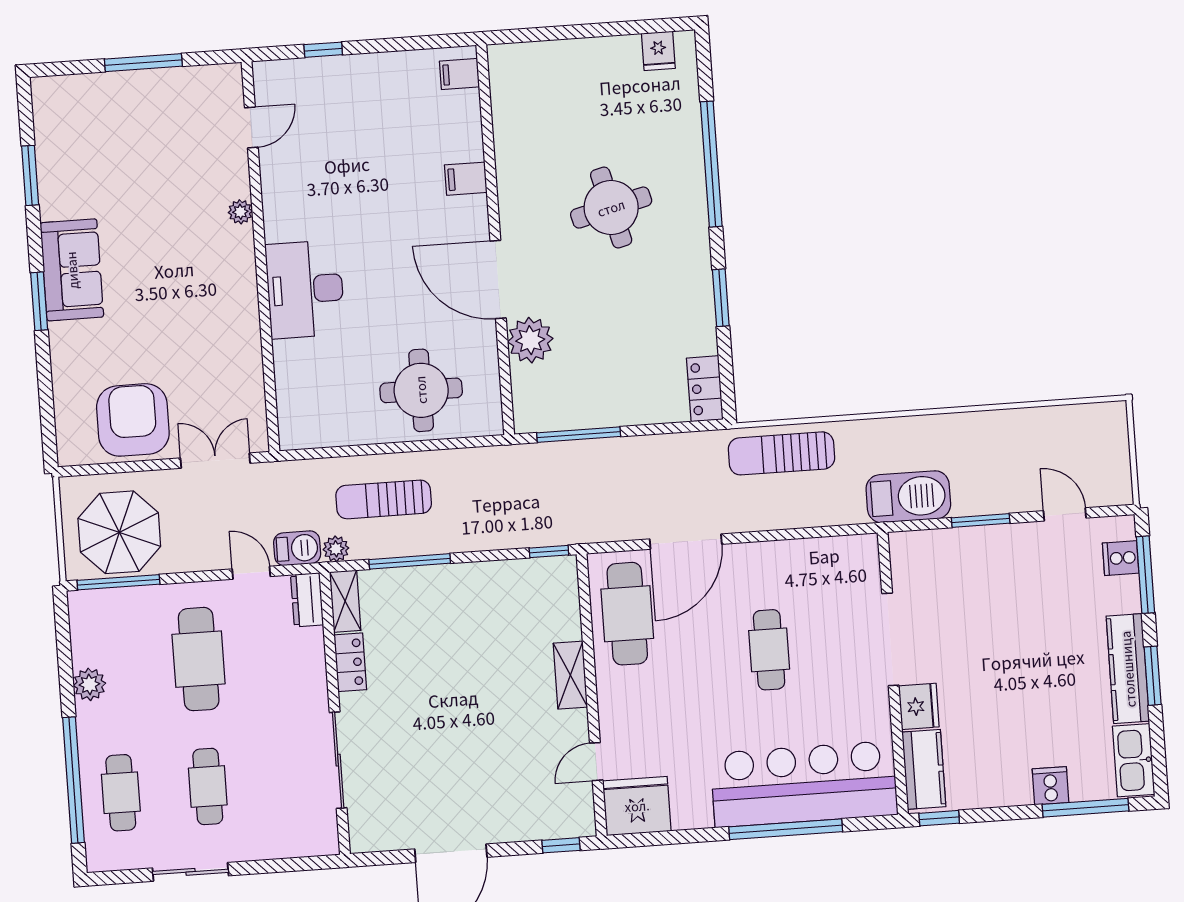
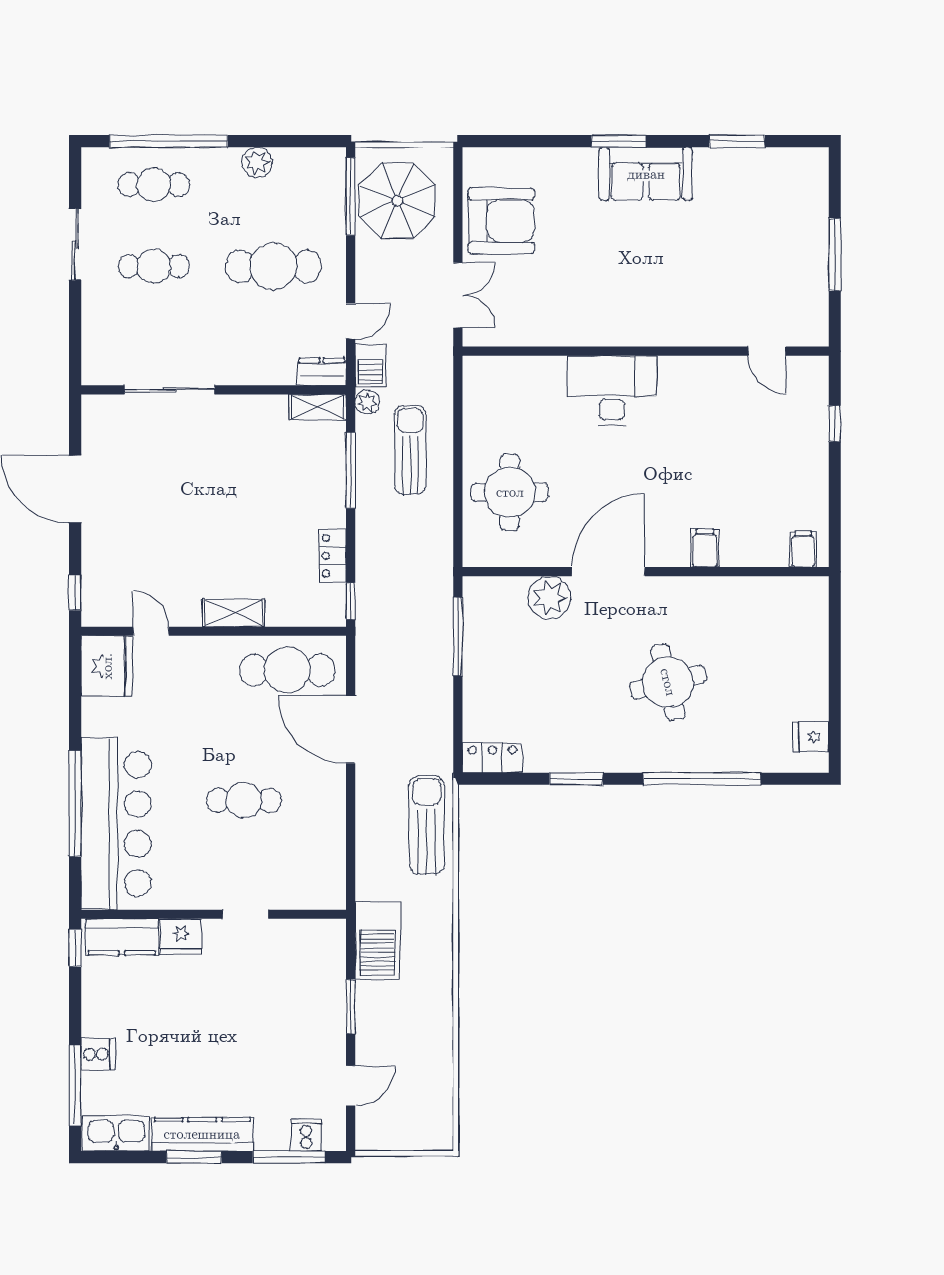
plant: (240, 212) -> (689, 335), removed
doorway: (890, 639) -> (246, 914), width x0.53
locker: (350, 662) -> (333, 556), moved, turned 90

